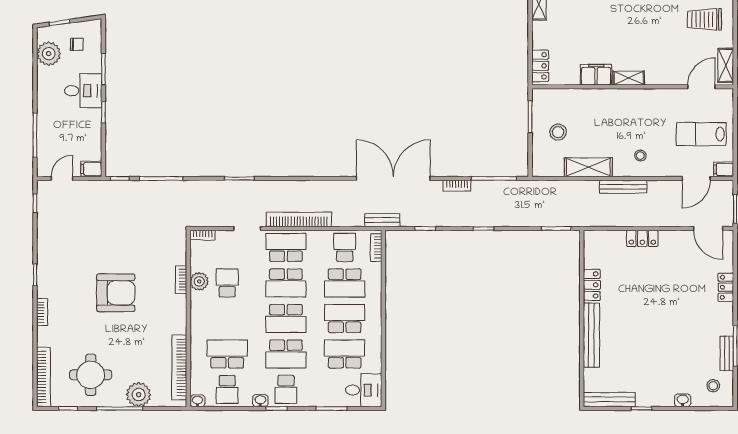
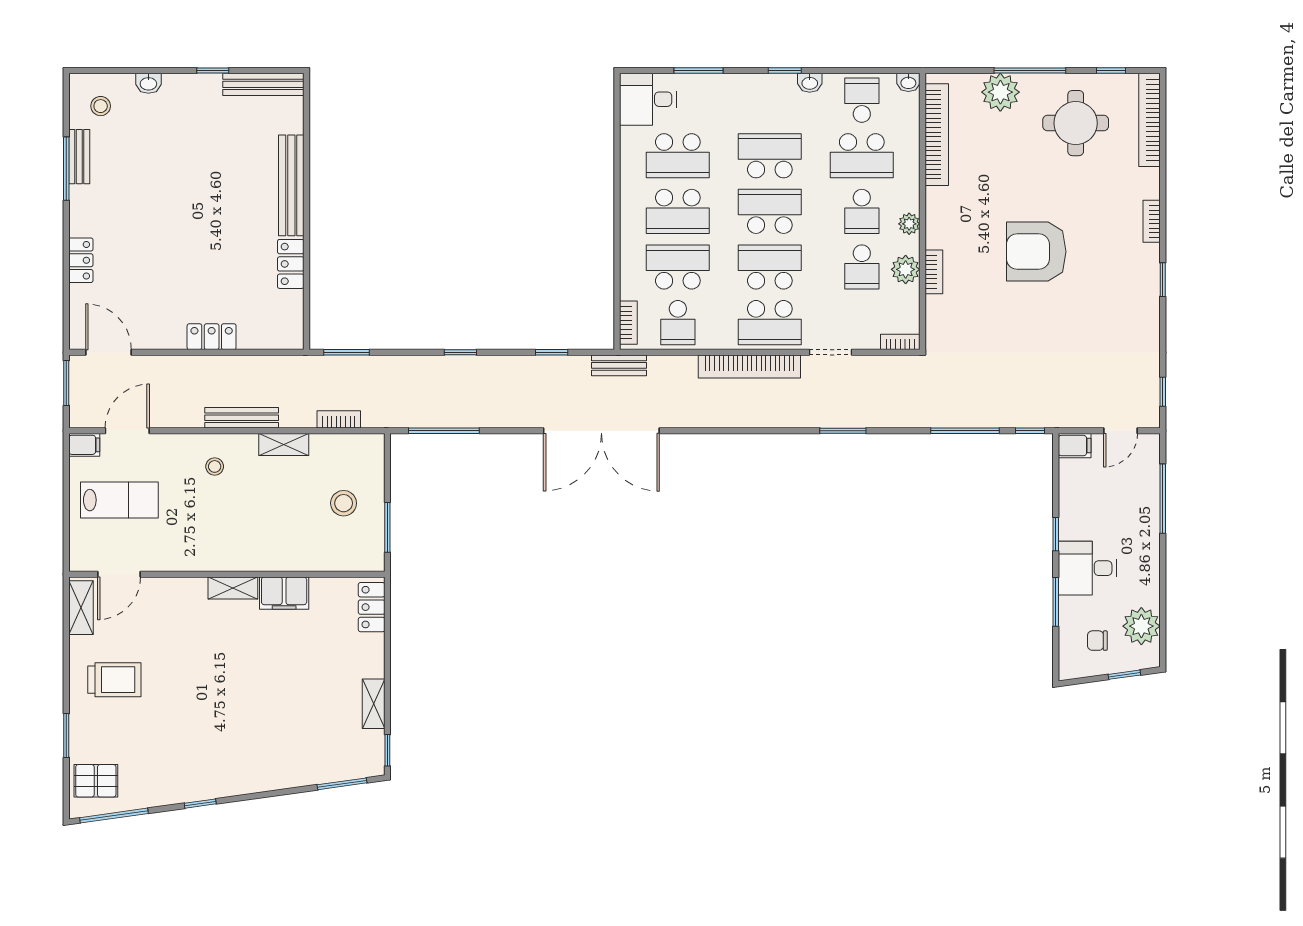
shelving: (588, 167) -> (284, 444), width x0.67, depth x0.75
bookcase: (457, 186) -> (339, 419), moved
plant: (197, 311) -> (909, 224), added
school desk: (286, 389) -> (862, 211), moved, turned 180

